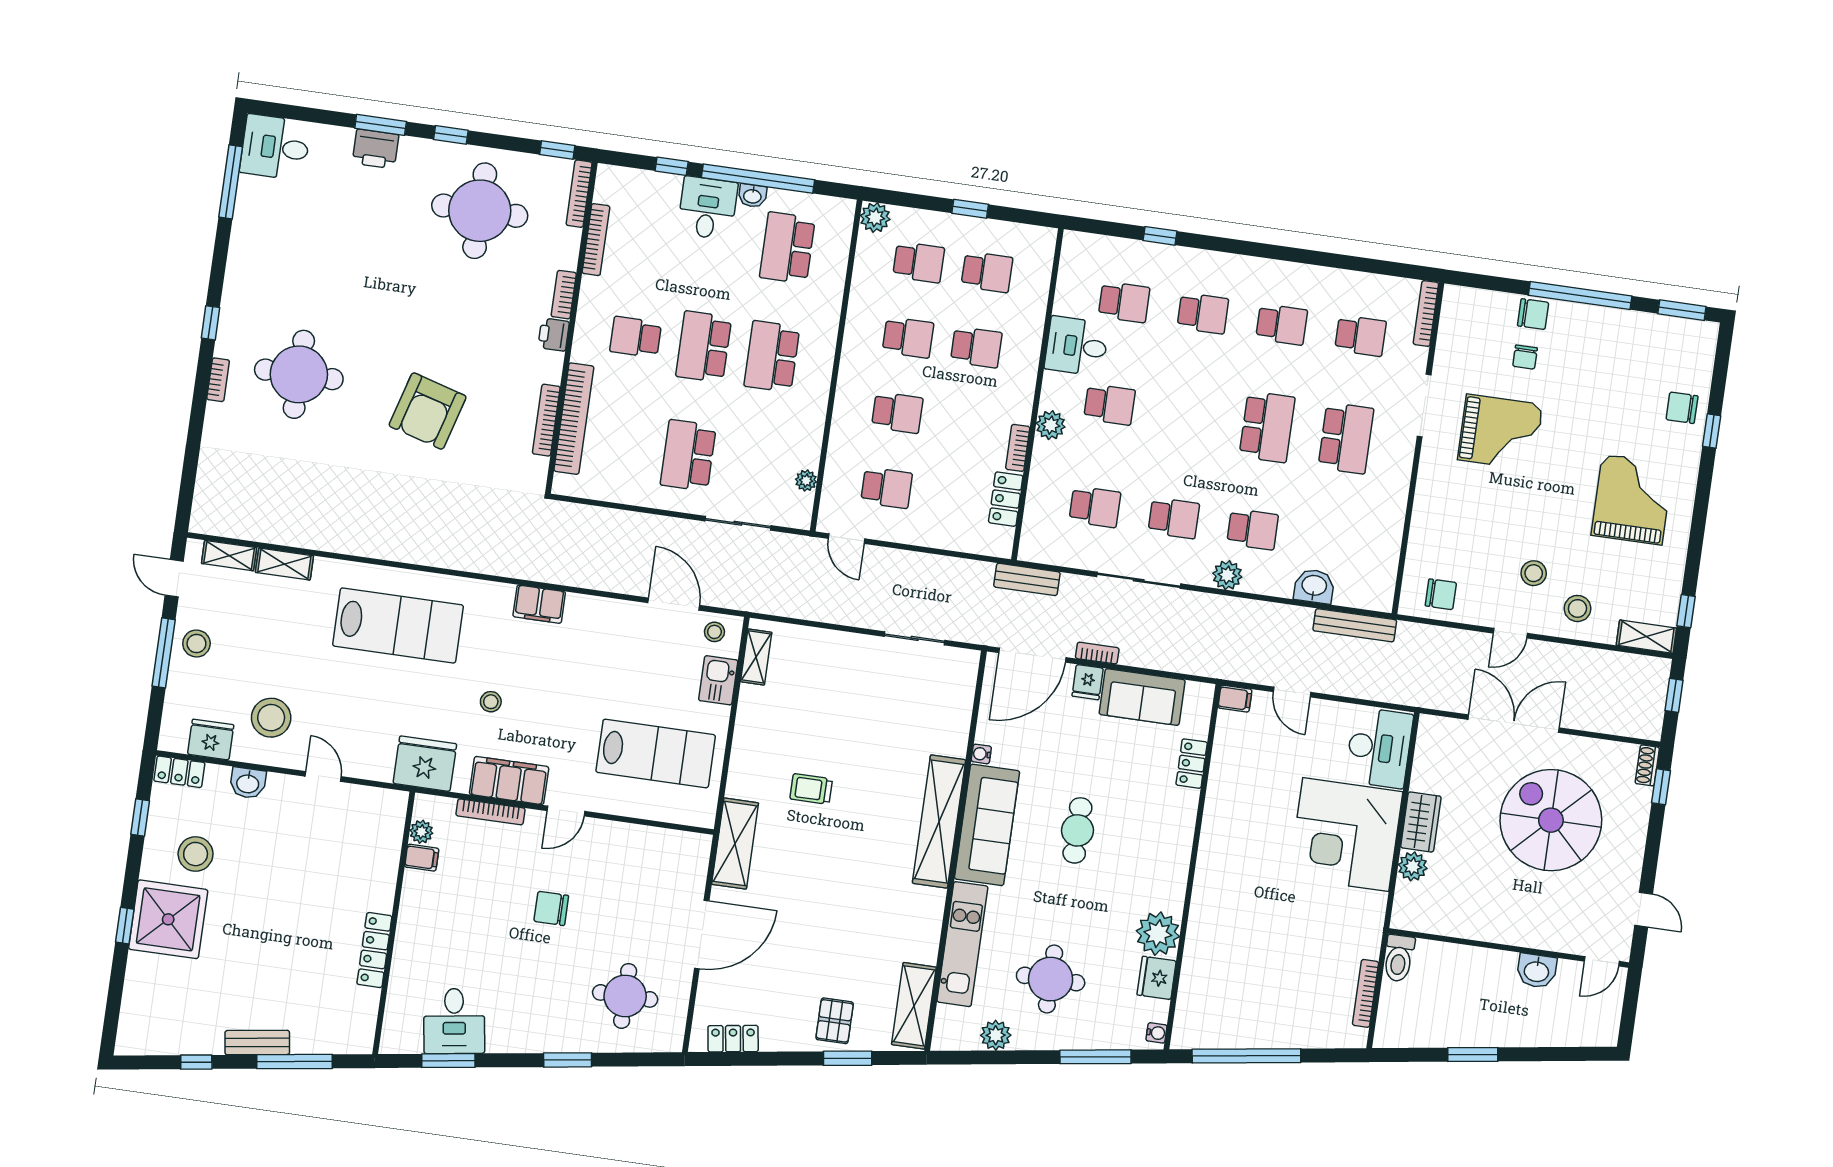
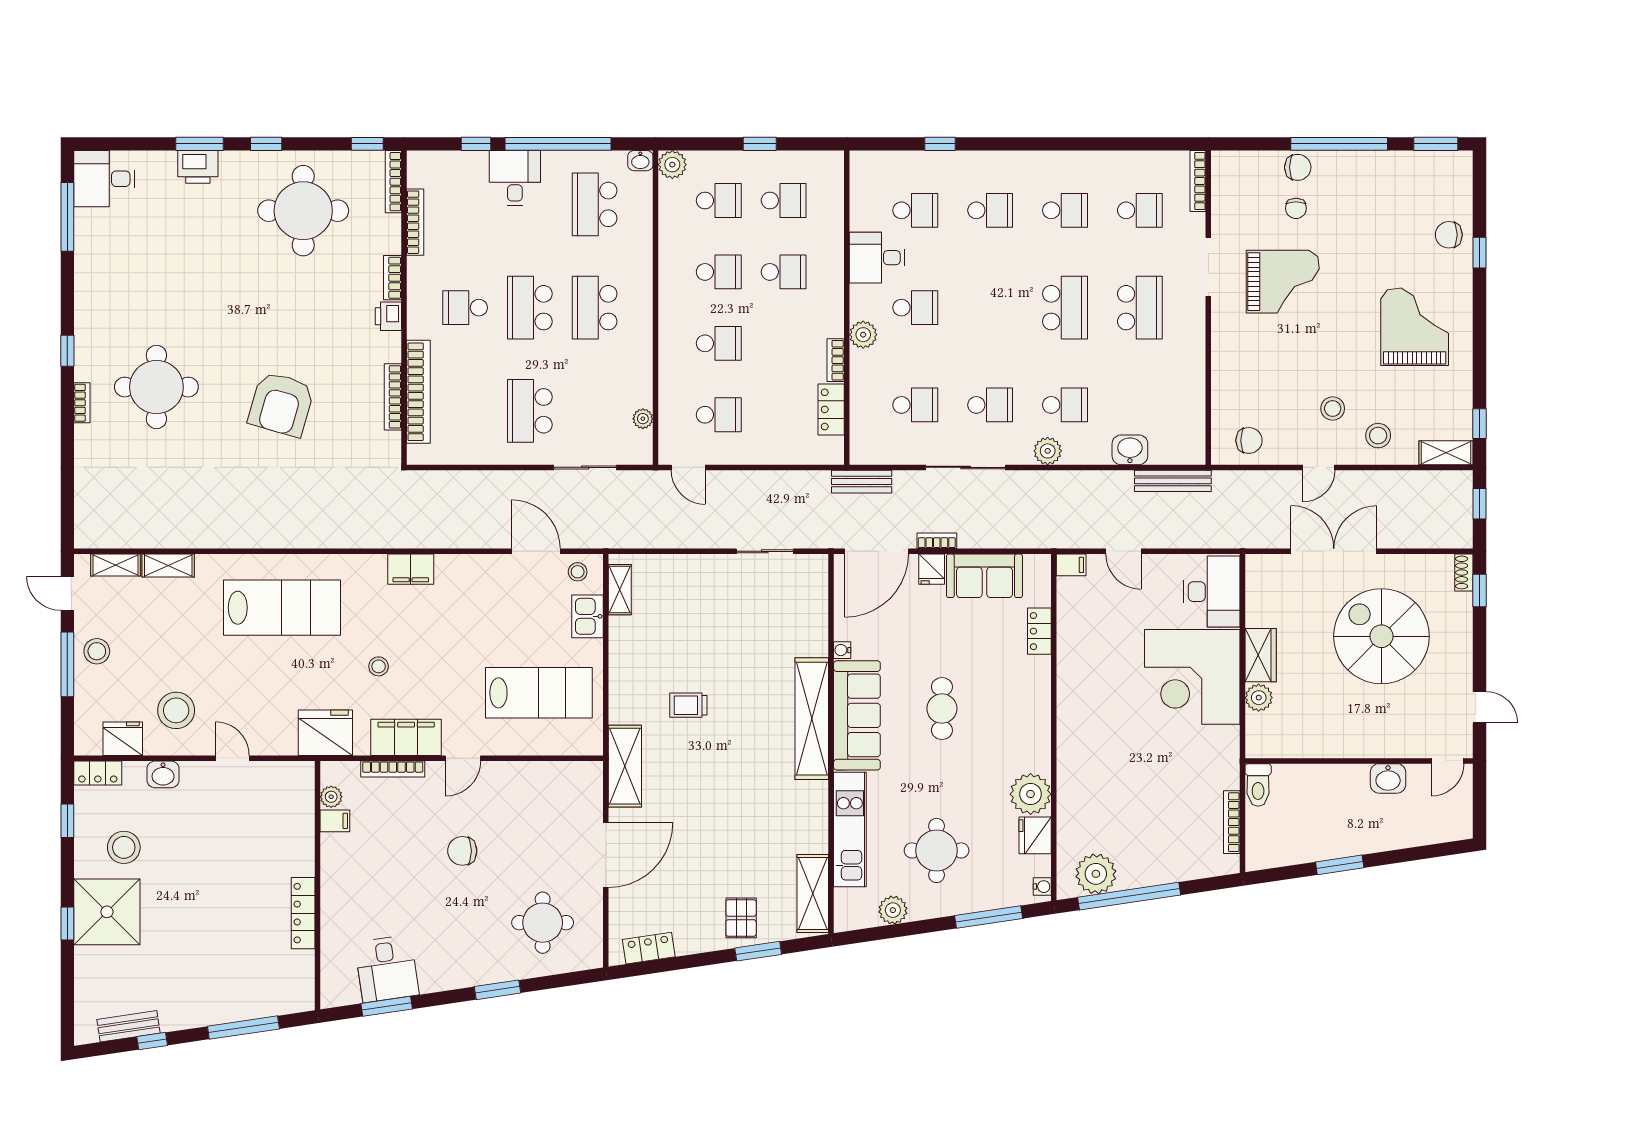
washbasin: (752, 196) -> (640, 161), moved
plant: (1215, 1027) -> (1096, 874), added
bench: (257, 1043) -> (129, 1026), moved

